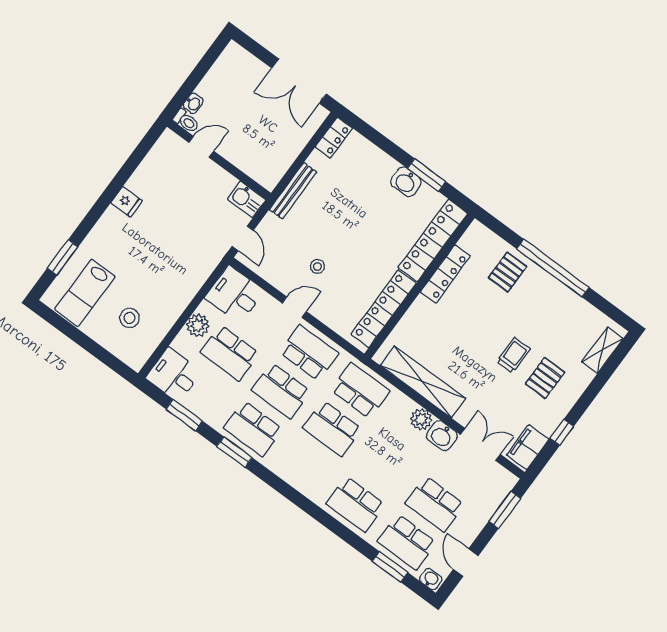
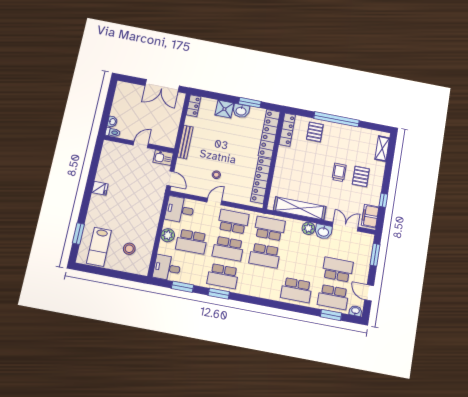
door: (201, 147) -> (141, 144), moved
shower: (381, 166) -> (224, 109), added
locker: (445, 274) -> (287, 130), moved
school desk: (435, 504) -> (338, 269), turned 180

